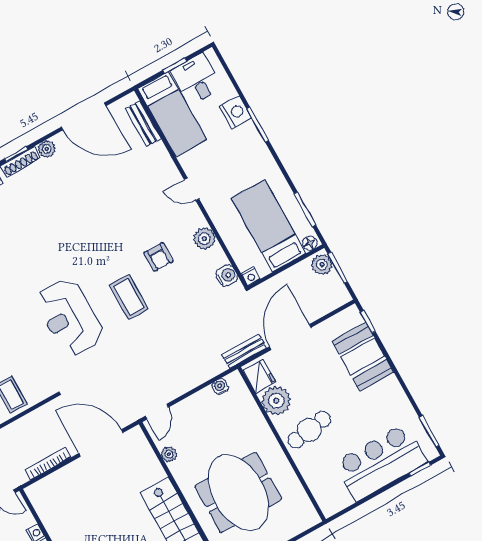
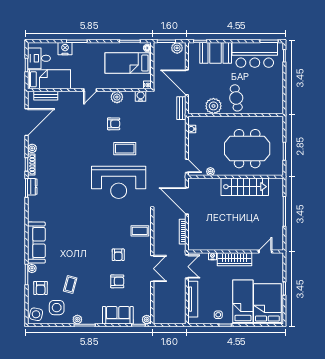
plant: (322, 265) -> (177, 48), moved
reception desk: (70, 317) -> (119, 182), width x1.36, depth x1.30
fridge: (259, 376) -> (197, 108), removed
door: (101, 443) -> (187, 201), hinge flipped
bar counter: (381, 462) -> (255, 55), moved, turned -90

